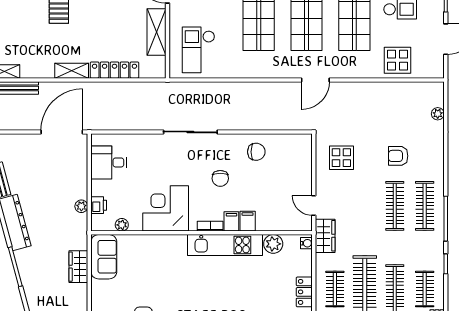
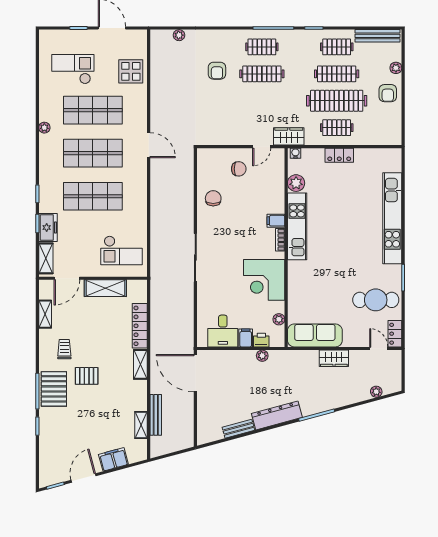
display table: (341, 158) -> (219, 122), removed
chair: (220, 178) -> (239, 169), moved
clothes rail: (425, 206) -> (262, 47), width x0.73
filing cabinet: (248, 221) -> (246, 338), moved, turned 90
sofa: (104, 257) -> (315, 335), width x1.36
wardrobe: (78, 267) -> (334, 358), moved

